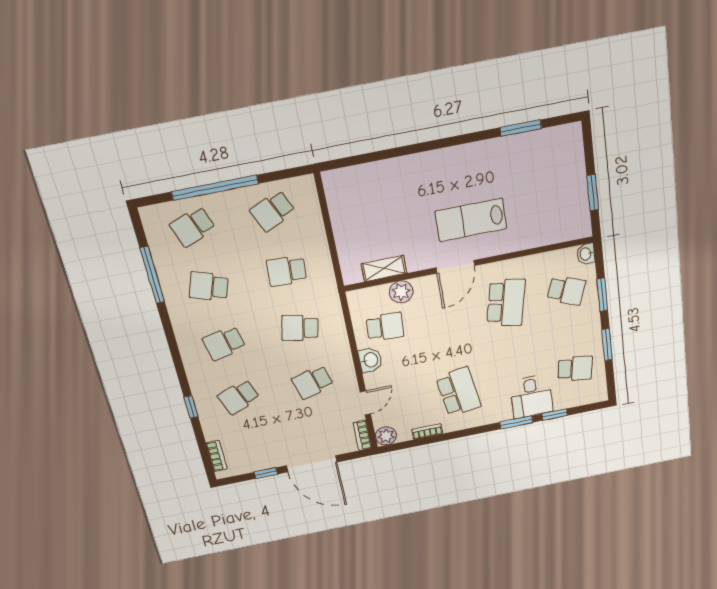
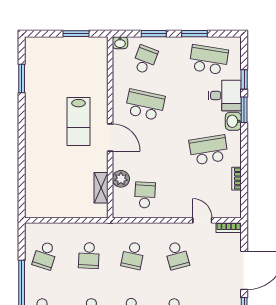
school desk: (273, 211) -> (45, 255), turned 42
washbasin: (370, 360) -> (233, 121), moved, turned -90
school desk: (575, 368) -> (209, 60), width x1.85
plant: (386, 436) -> (233, 210), removed

